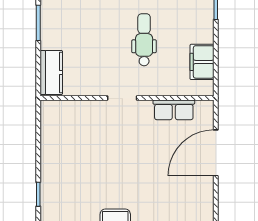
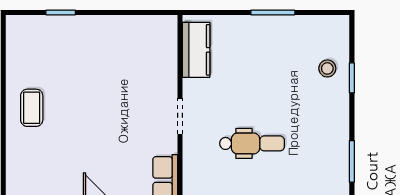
kitchen counter: (51, 72) -> (196, 50), moved, turned -90

